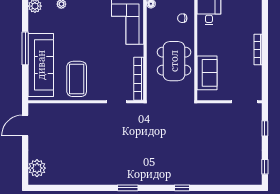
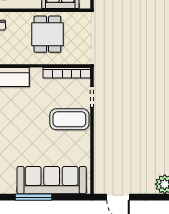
dining table: (174, 61) -> (47, 34), width x0.73
coffee table: (77, 79) -> (69, 119), moved

